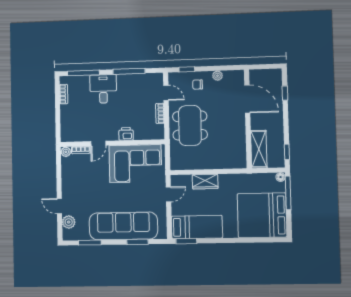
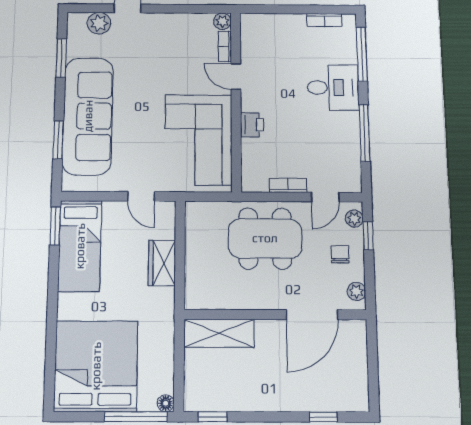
plant: (178, 77) -> (354, 219), added
door: (247, 99) -> (312, 315), moved
wall: (248, 119) -> (275, 315), moved
shelving: (259, 149) -> (219, 333), moved

